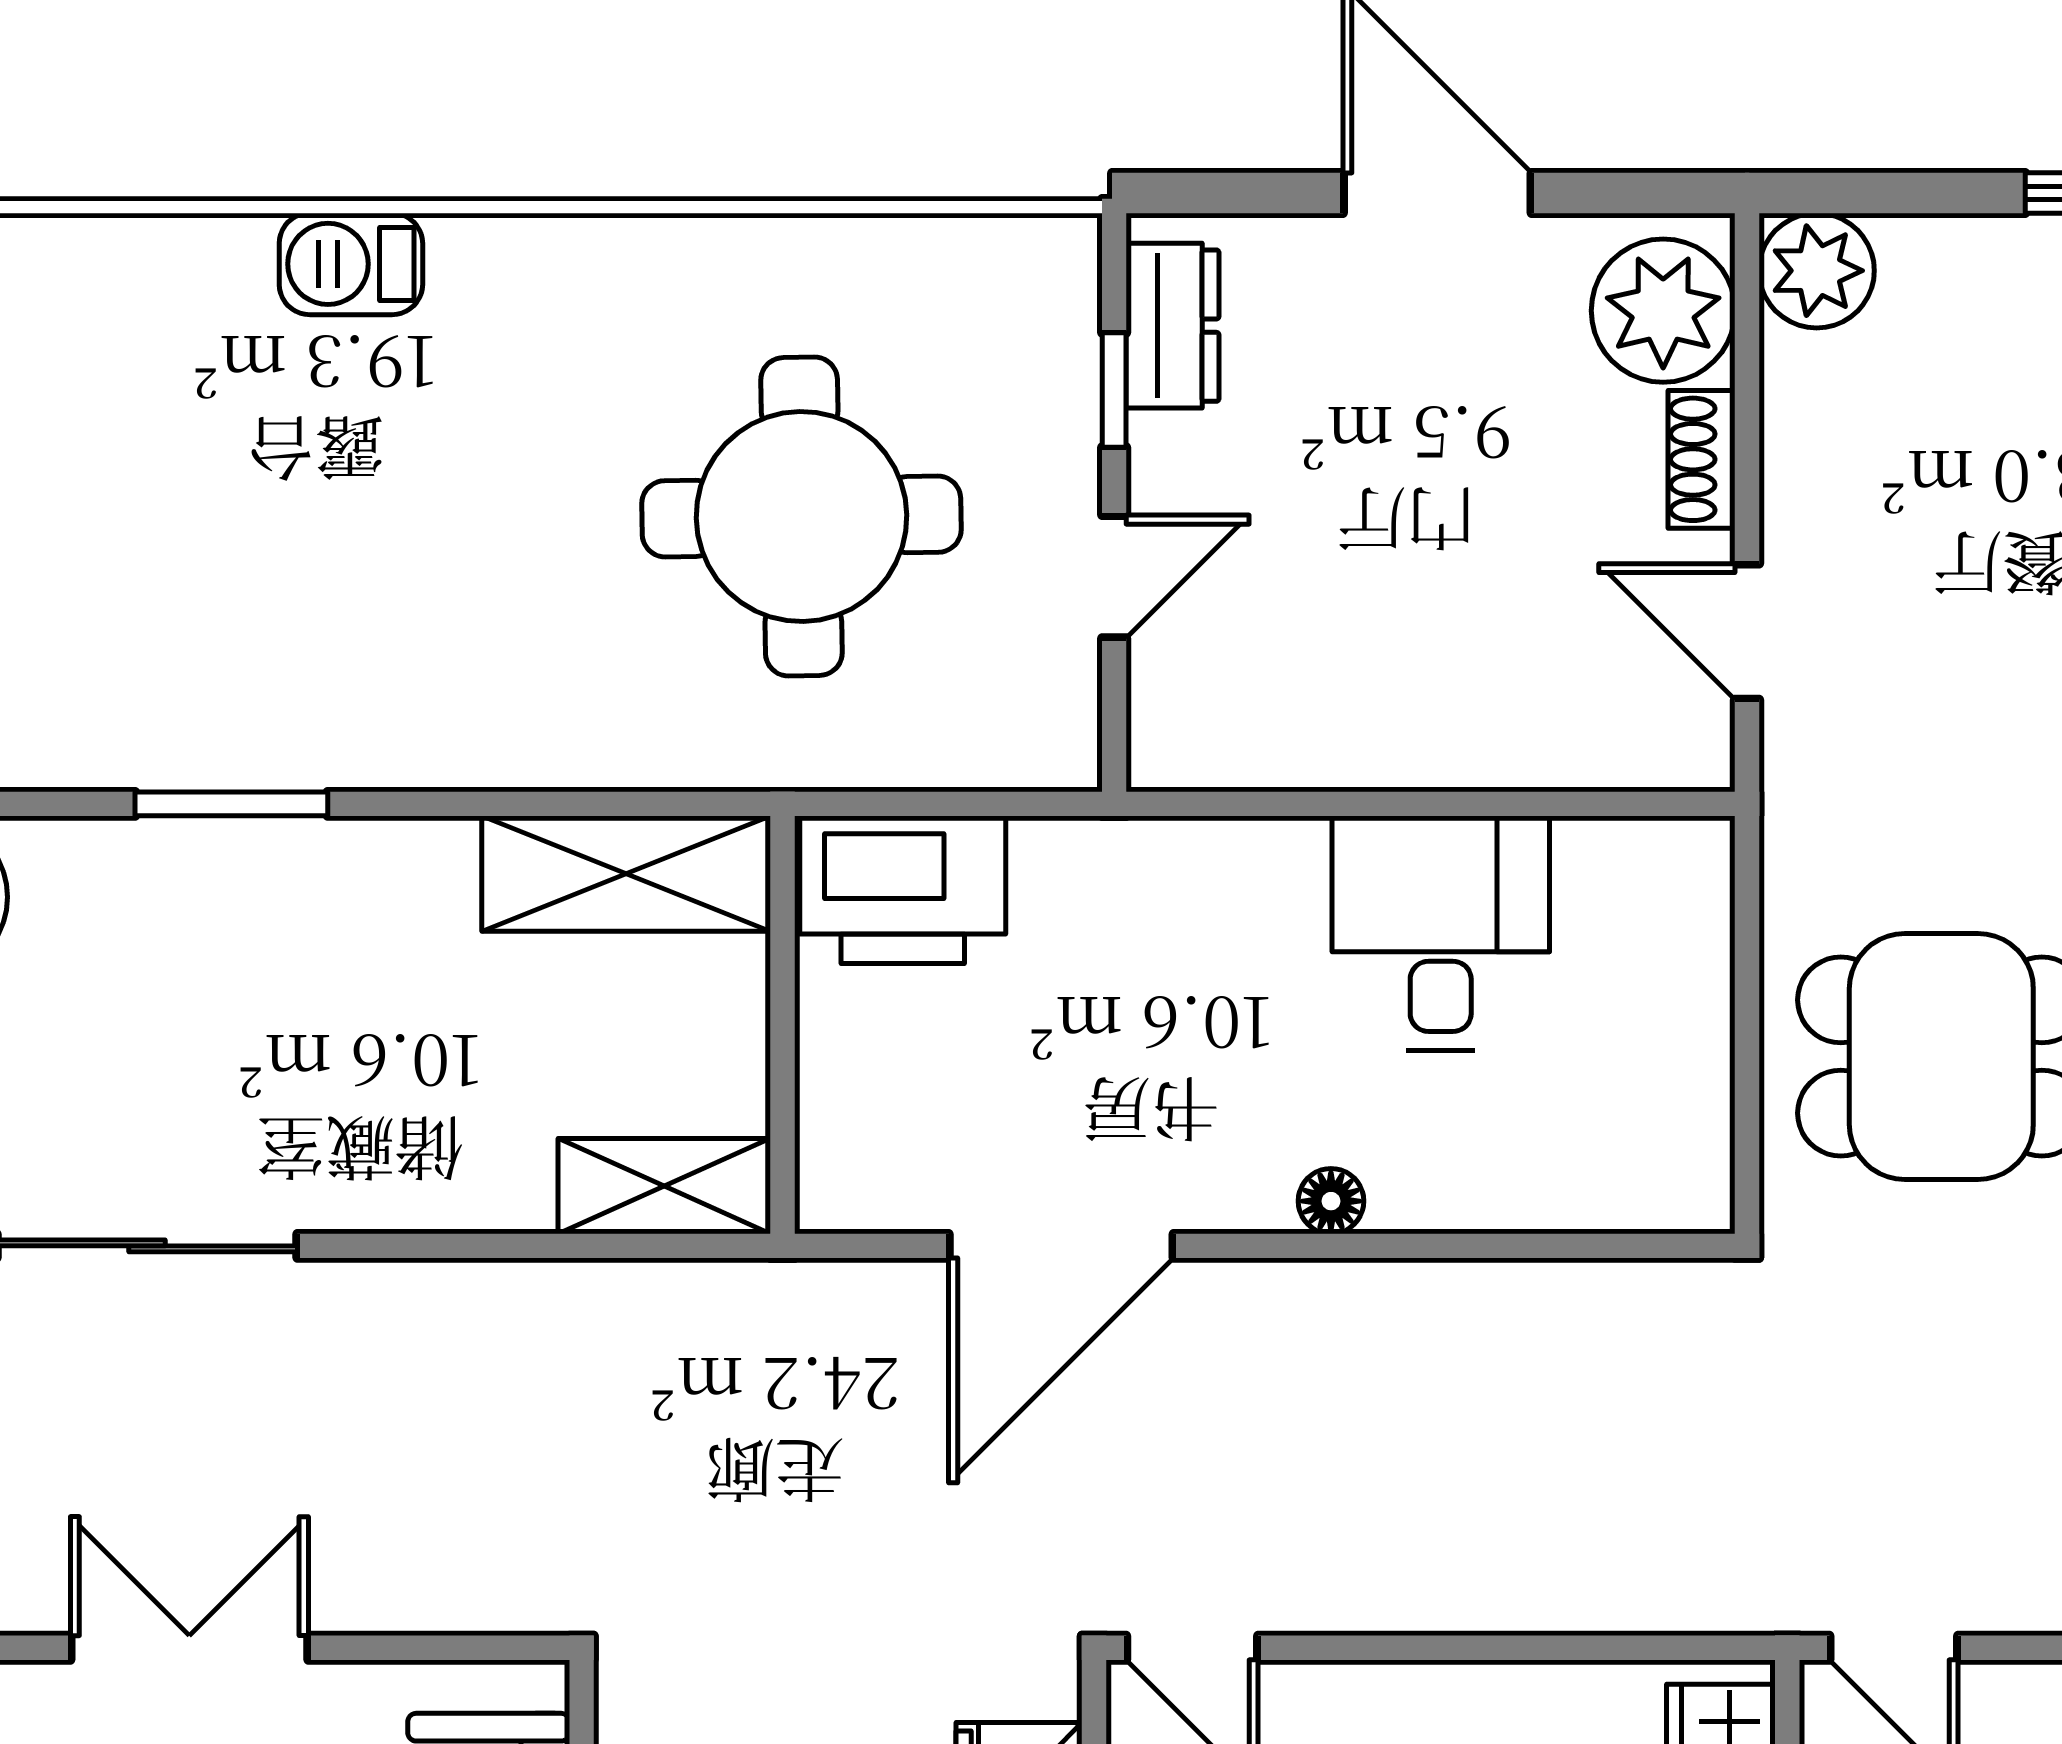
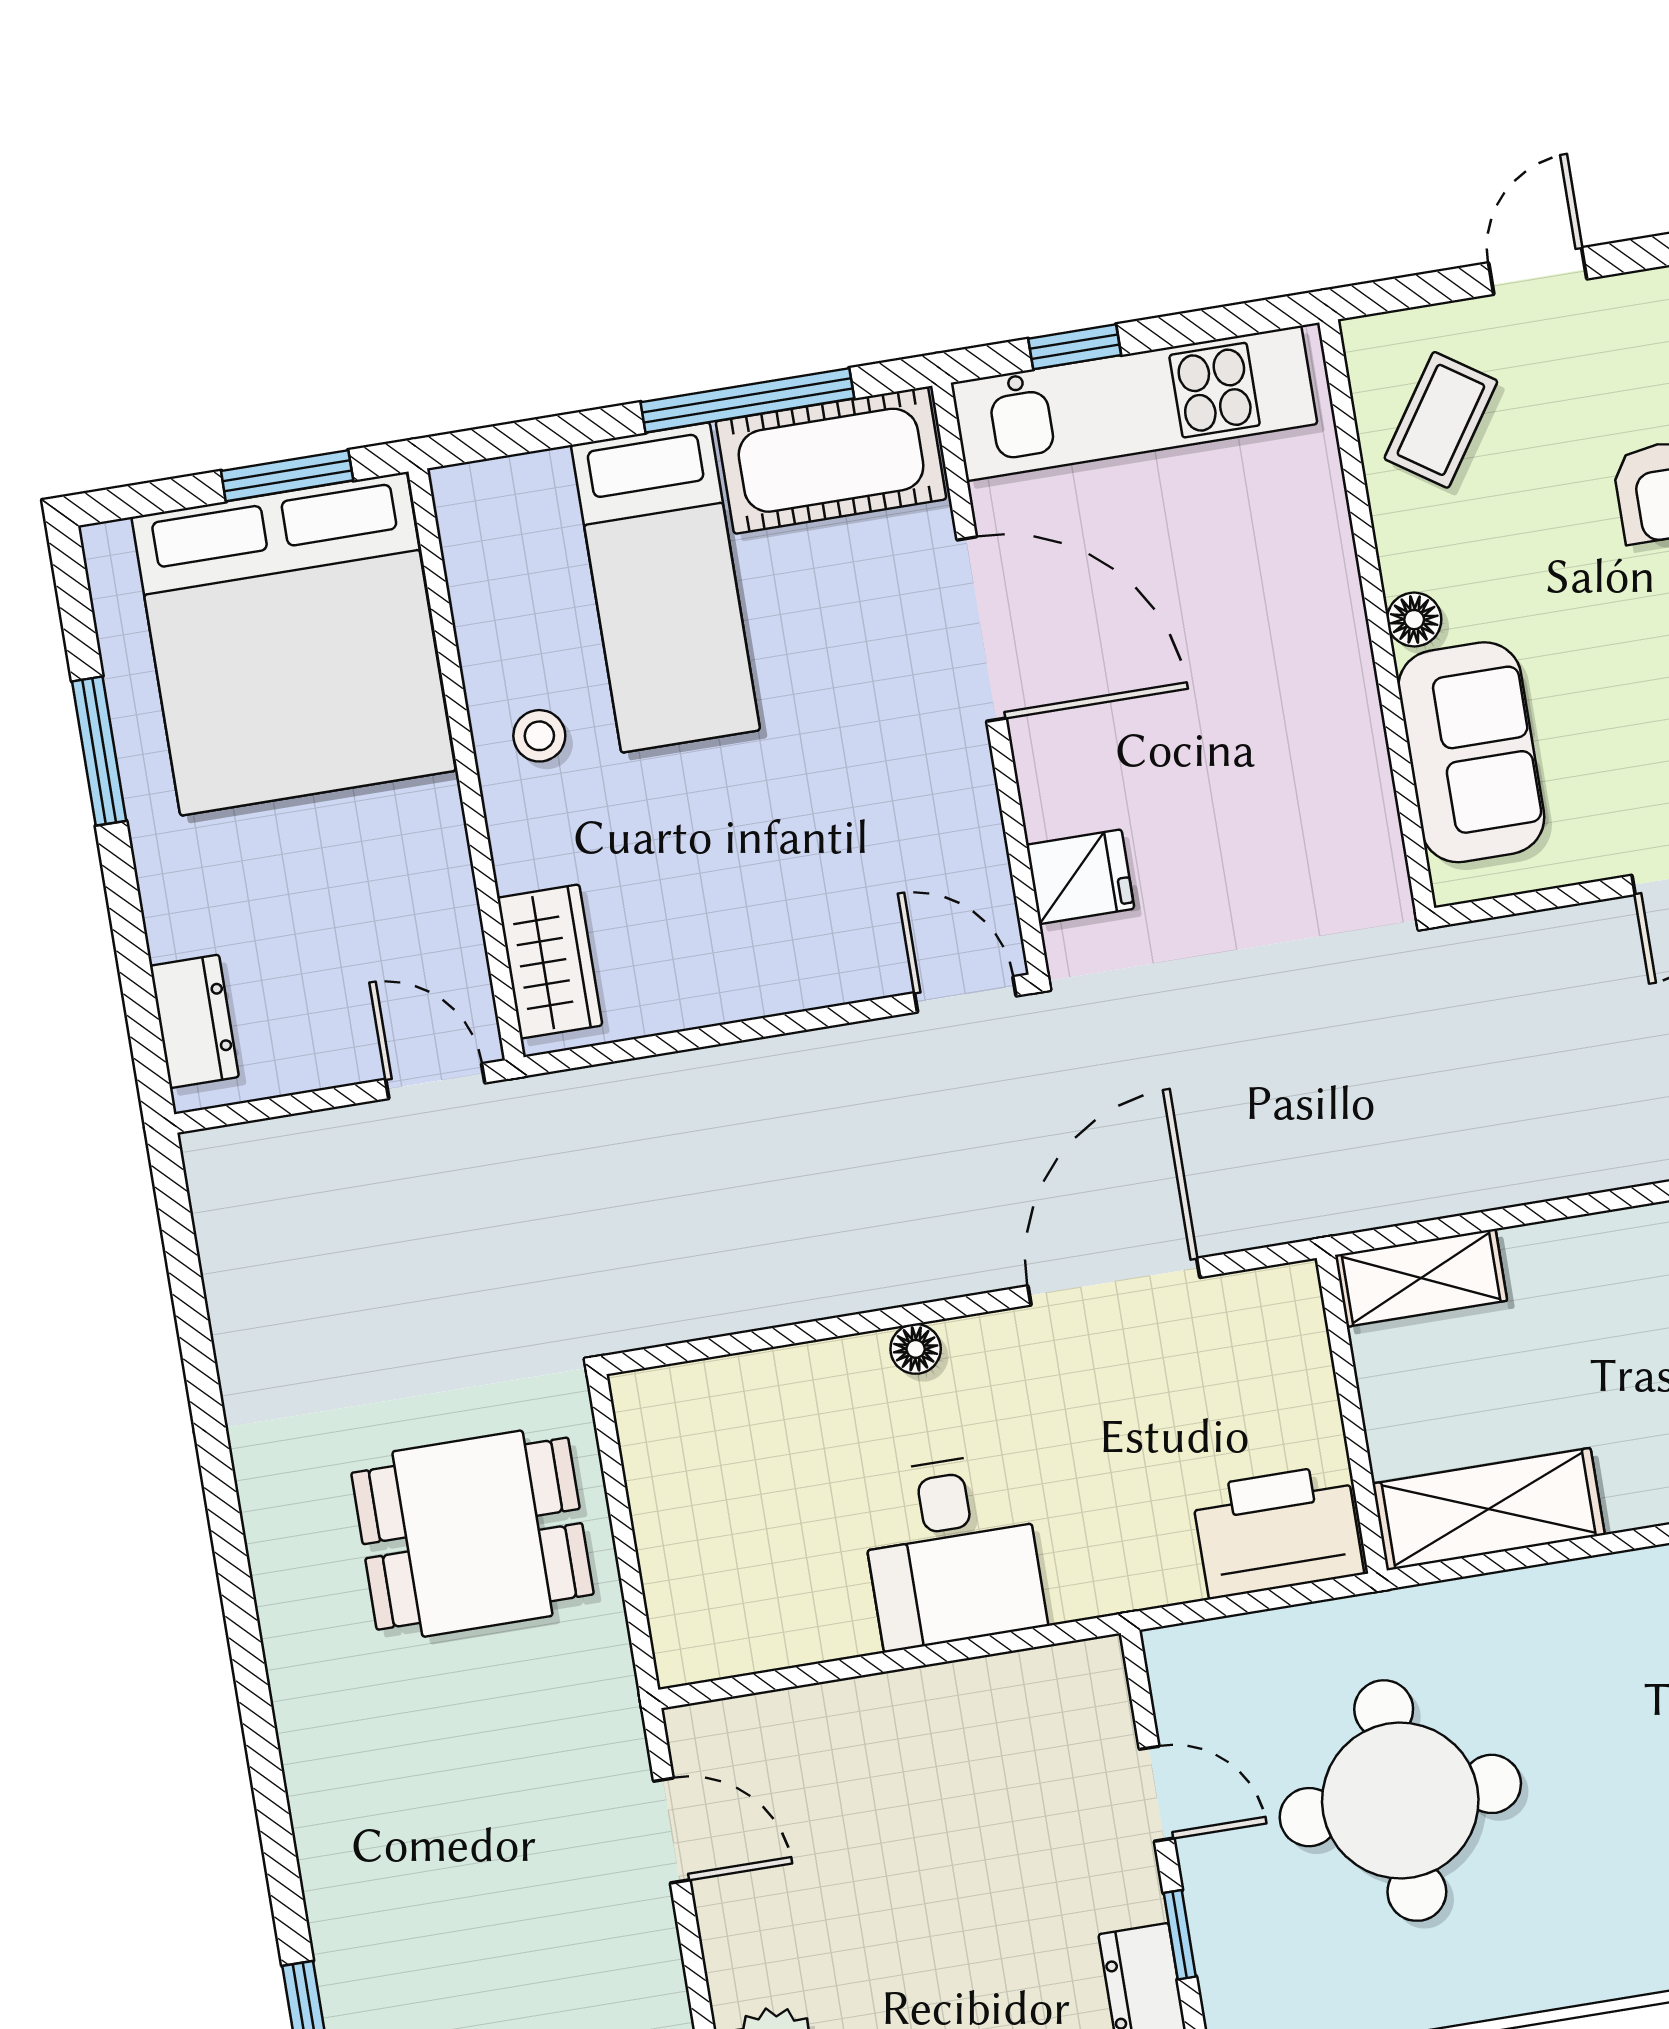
shoe rack: (1702, 459) -> (727, 1955), removed
door: (1114, 577) -> (1157, 1794), swing flipped
desk: (1441, 933) -> (952, 1551), moved

